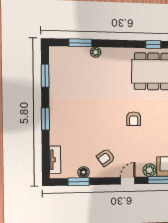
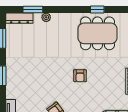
dresser: (65, 53) -> (19, 18), added

